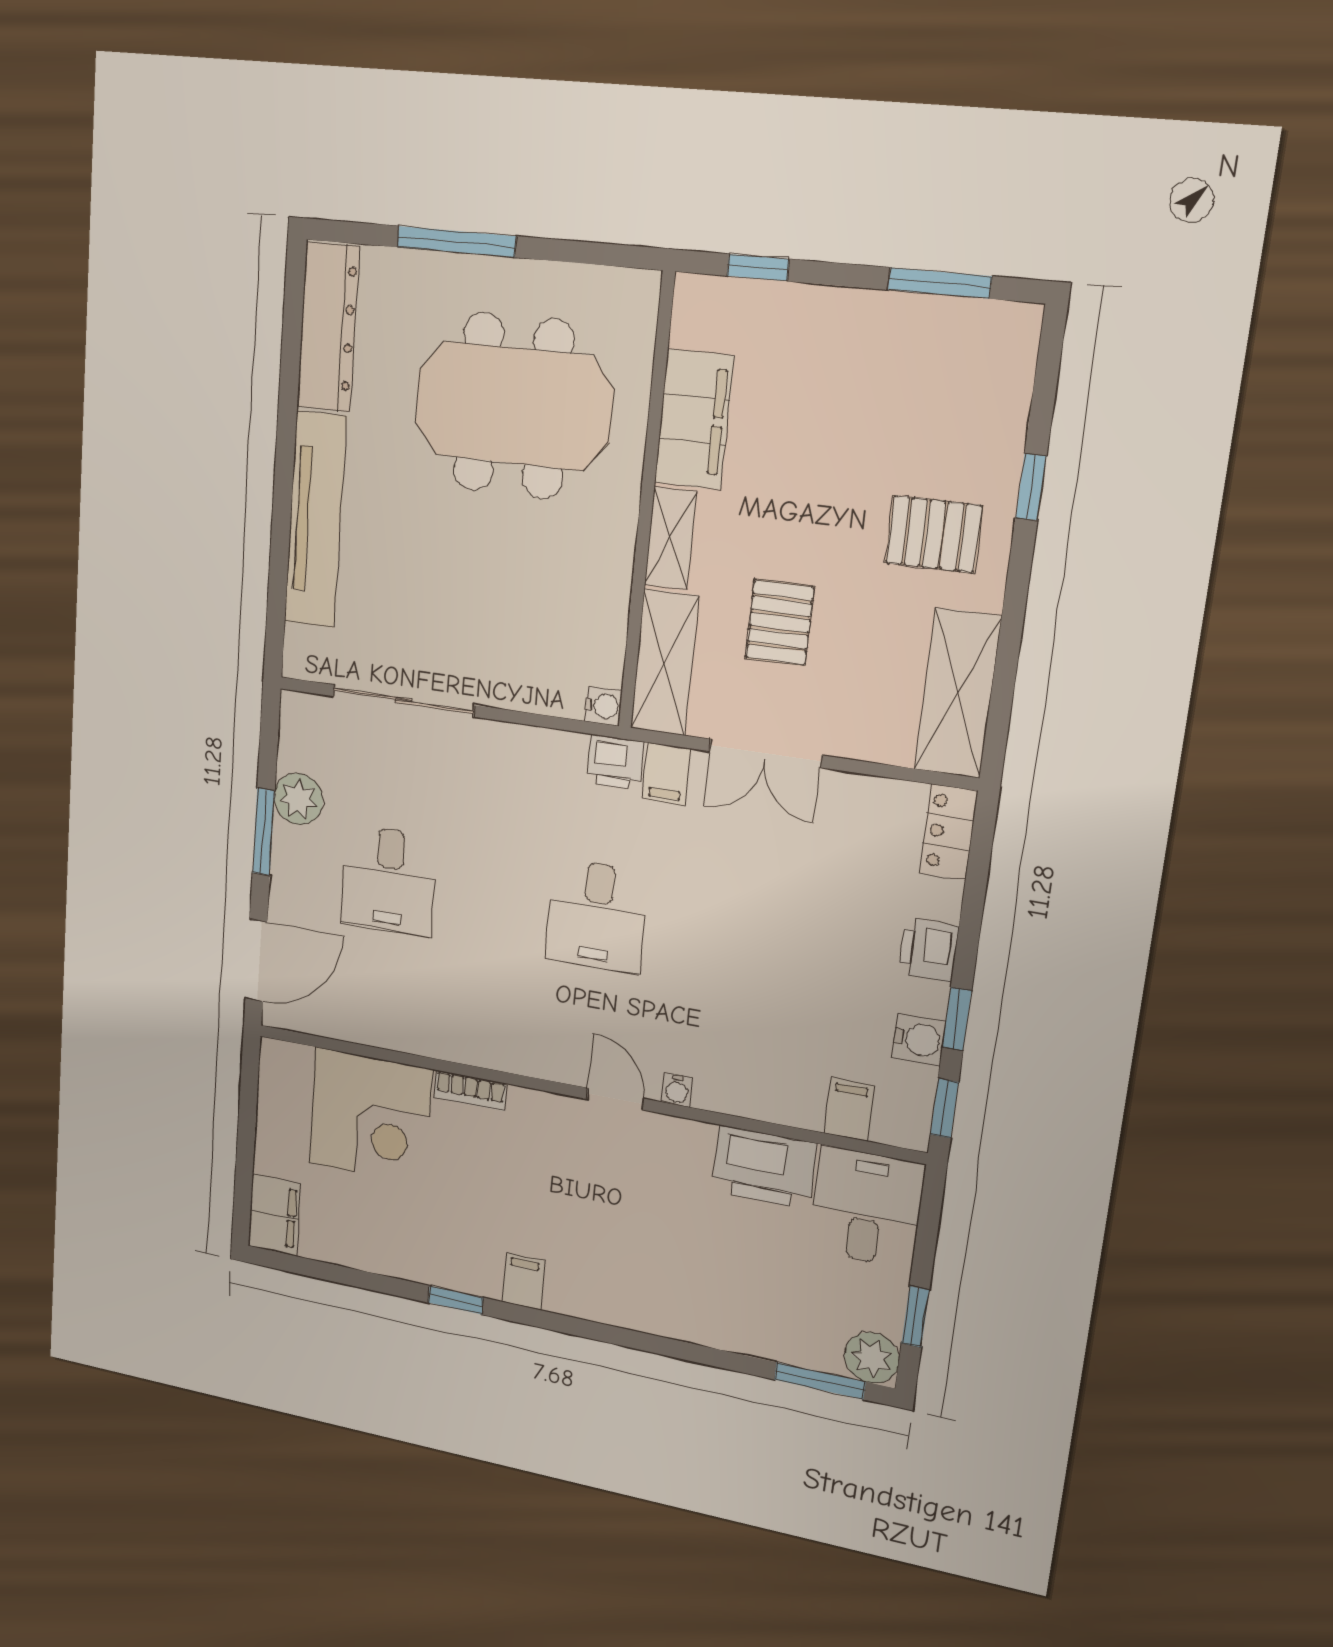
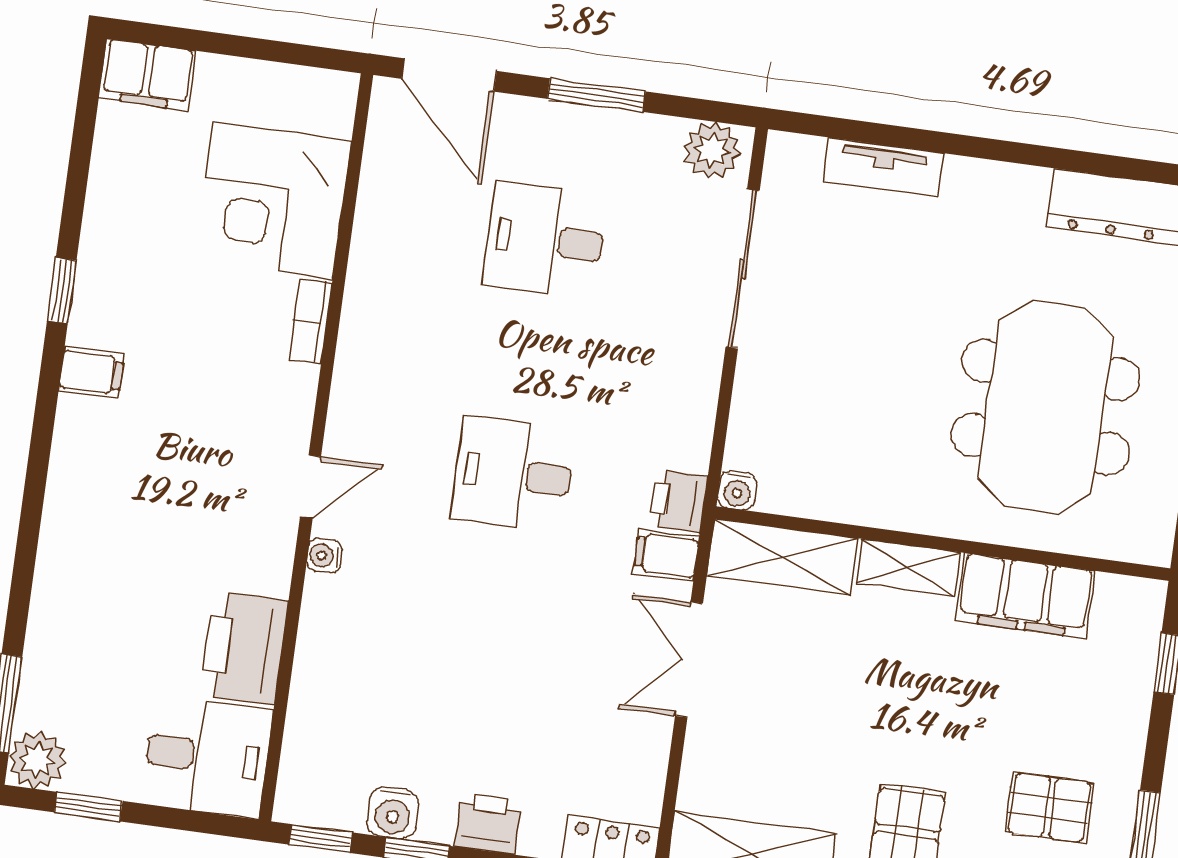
tv unit: (315, 520) -> (883, 167), width x0.52, depth x0.78
pallet: (780, 623) -> (1049, 807), moved
plant: (298, 799) -> (712, 150), moved
filing cabinet: (849, 1109) -> (314, 740), removed

